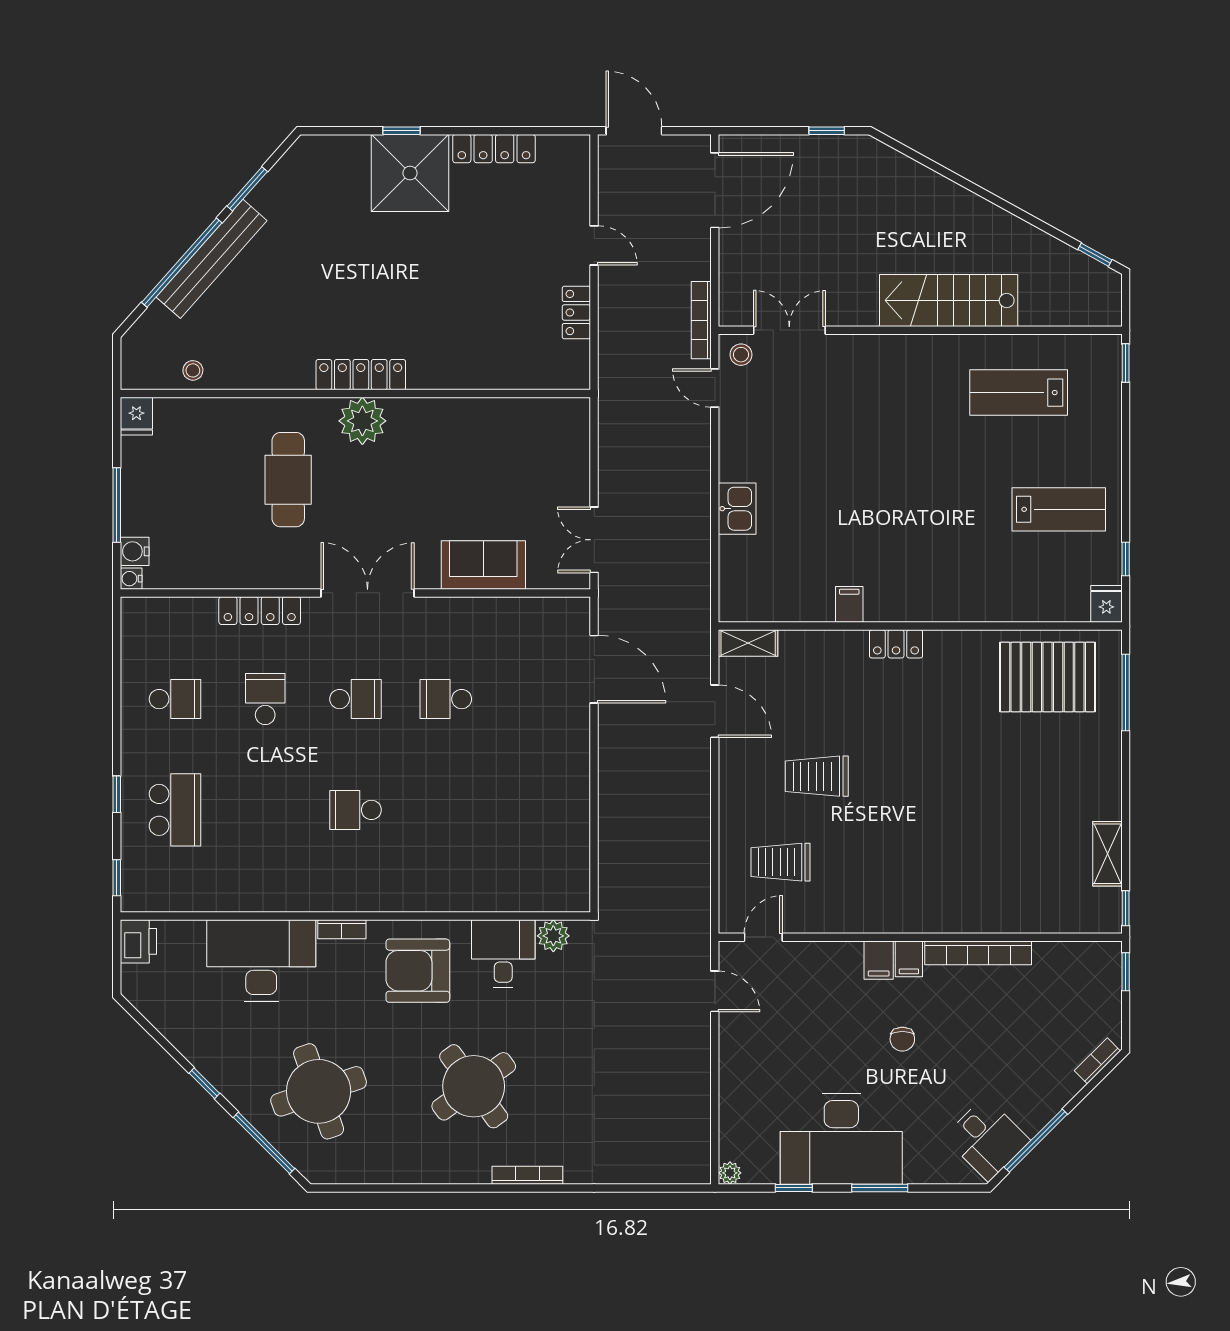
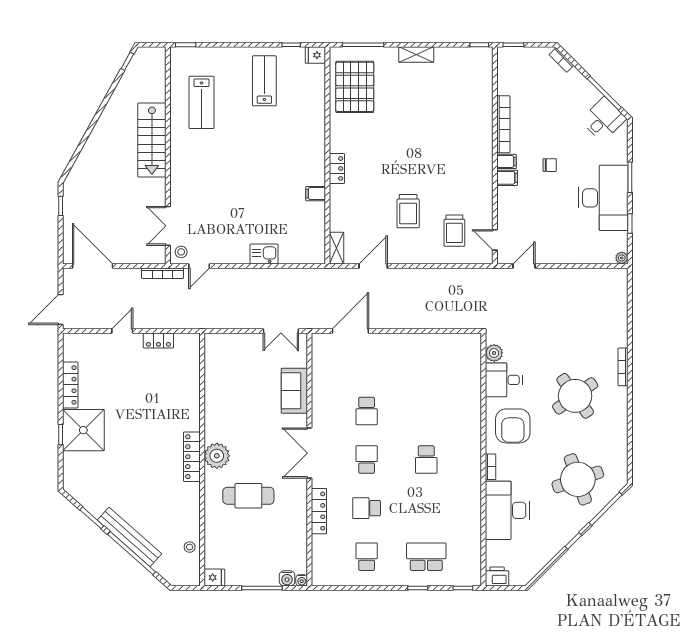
shelving: (1107, 854) -> (416, 55), moved

